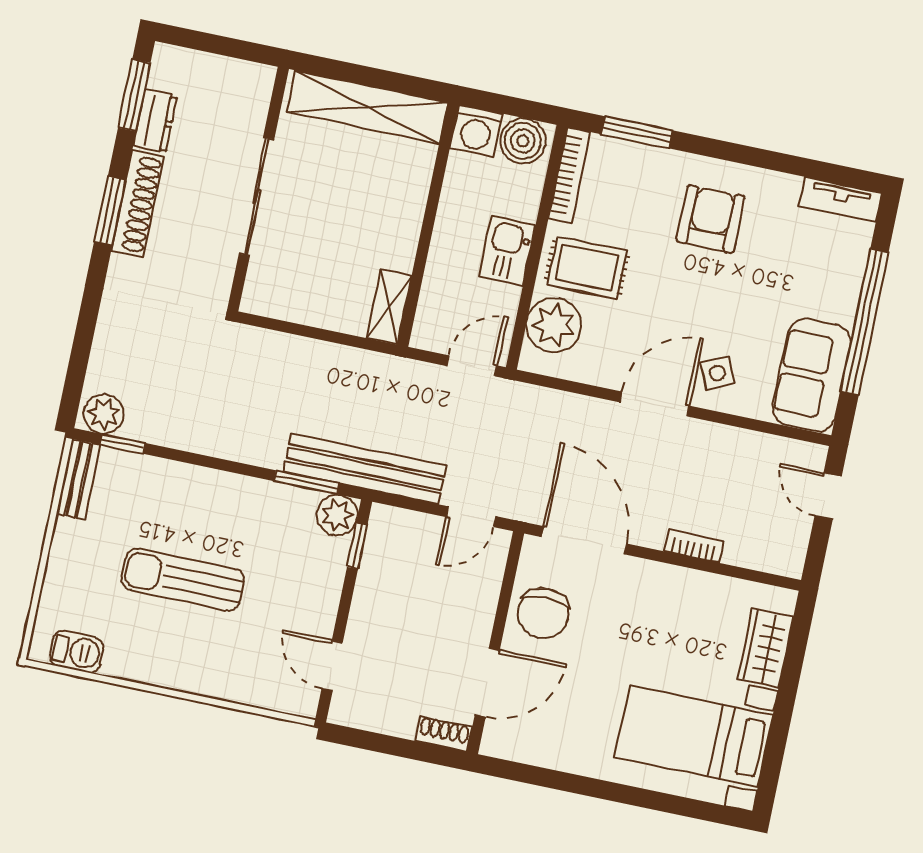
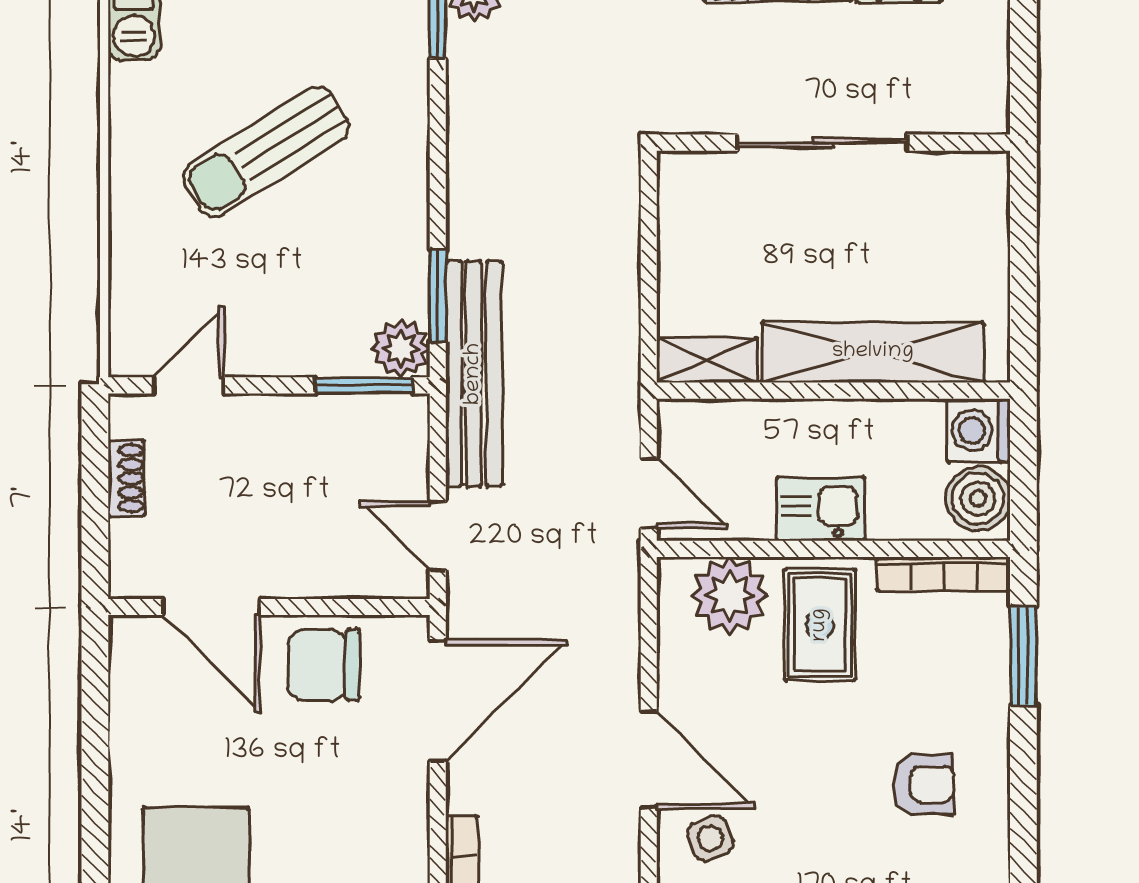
shelving: (367, 107) -> (873, 352), moved, turned 90
armchair: (711, 219) -> (924, 784), width x0.72, depth x0.72
window: (357, 546) -> (364, 385), width x1.50
sun lounger: (183, 579) -> (266, 152), turned -122
shoe rack: (444, 734) -> (126, 478), moved

